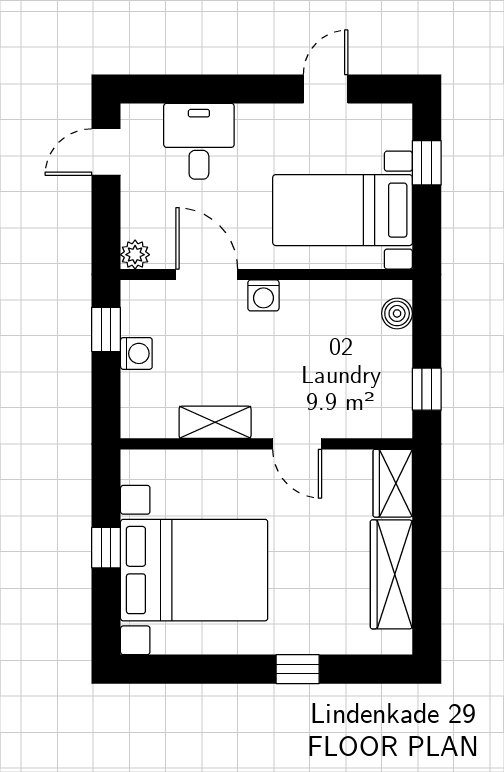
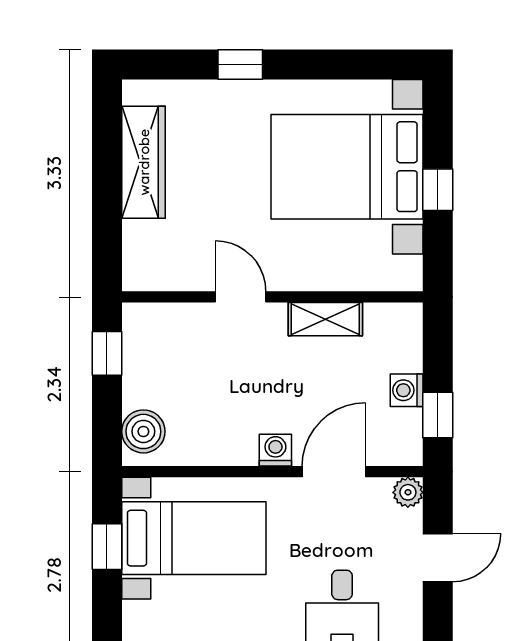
door: (106, 152) -> (438, 558), moved
window: (427, 163) -> (107, 547), moved
door: (207, 275) -> (334, 472), swing flipped
boiler: (397, 313) -> (143, 431), width x1.36, depth x1.36
wardrobe: (393, 483) -> (142, 256), removed

